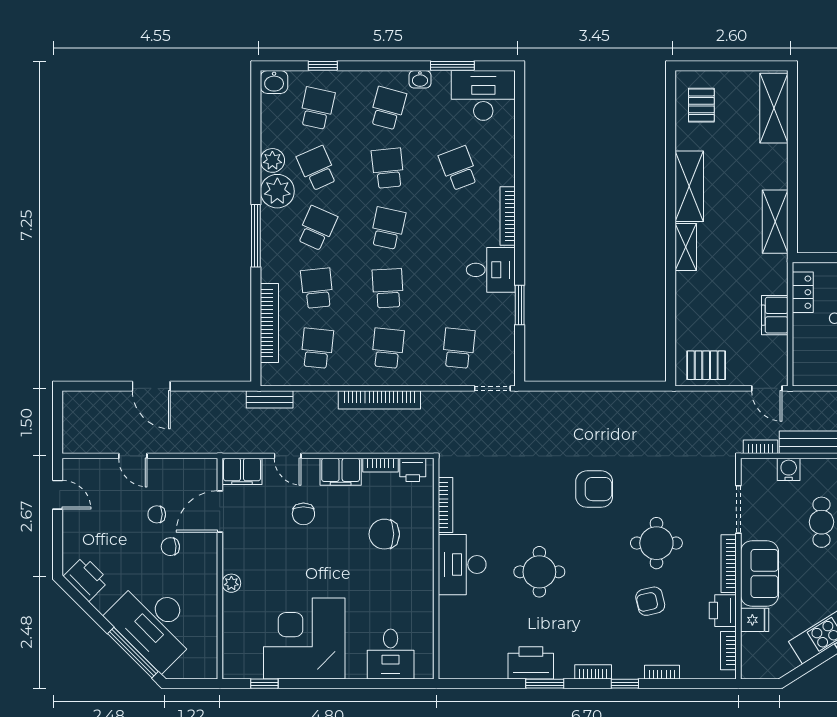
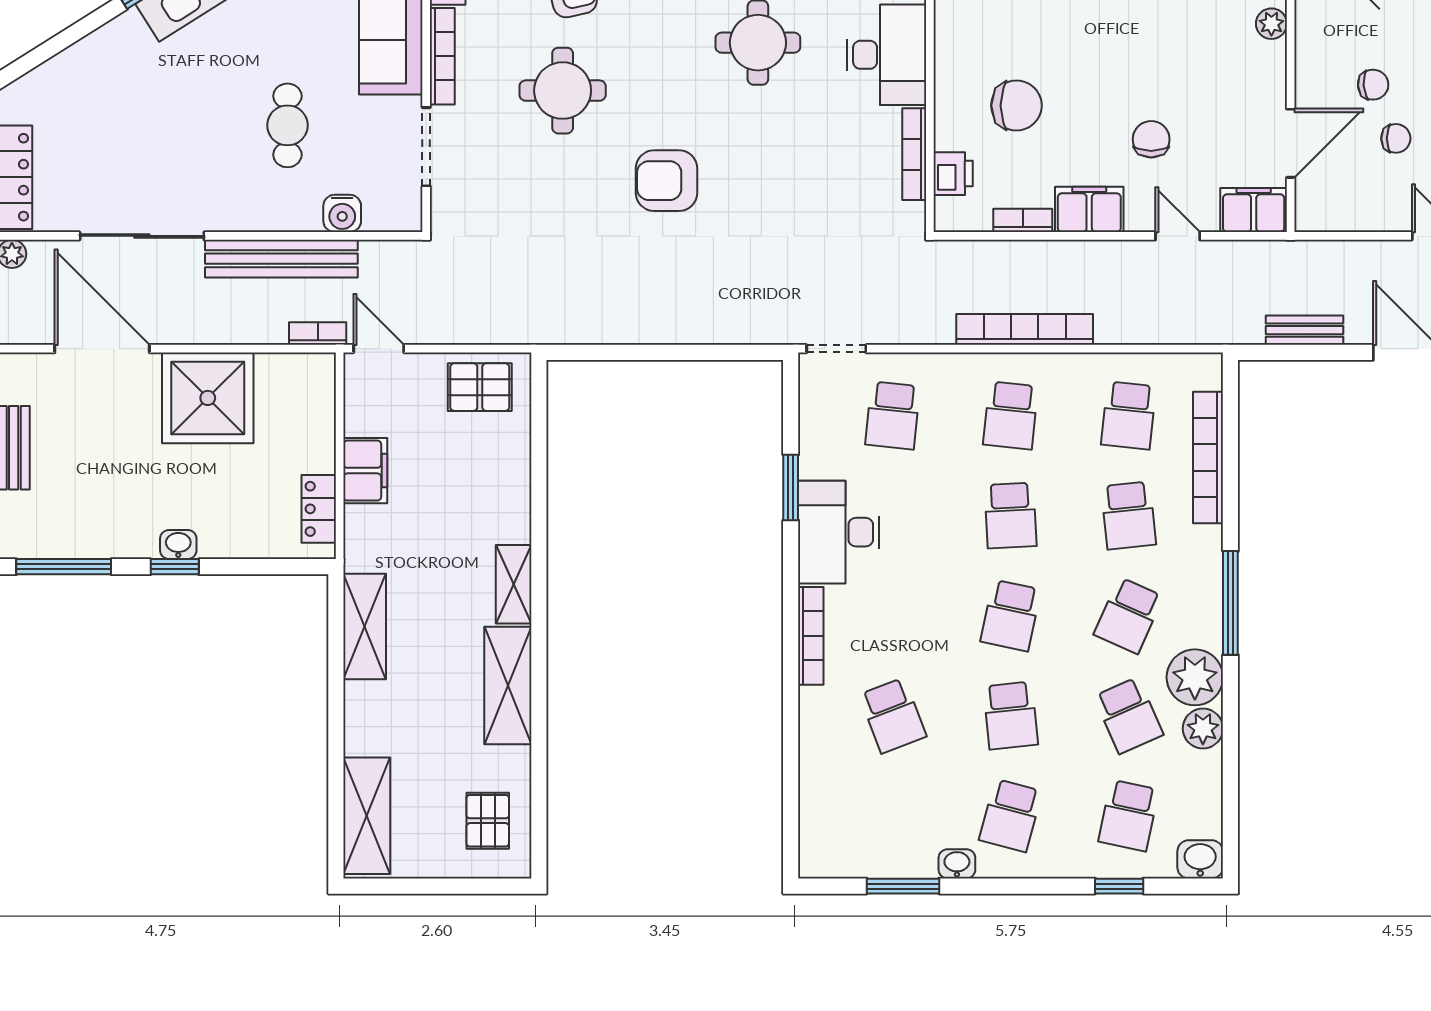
desk: (483, 95) -> (851, 837), removed
desk: (491, 270) -> (839, 532), width x1.37
bench: (270, 399) -> (1304, 330), moved
bookcase: (760, 447) -> (318, 333), moved, turned 180
printer: (413, 470) -> (953, 174), moved, turned 90

